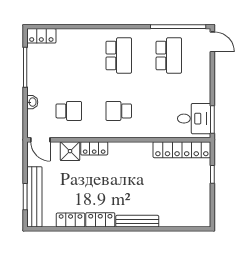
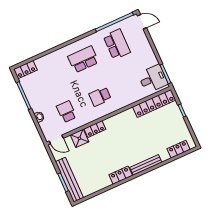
school desk: (119, 55) -> (83, 59), turned -90
school desk: (69, 111) -> (66, 112), turned -90
locker: (71, 220) -> (179, 149), moved

